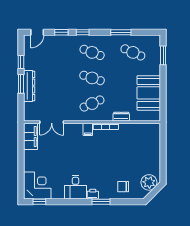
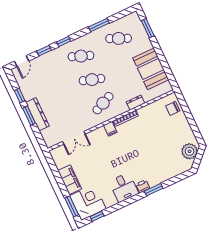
filing cabinet: (30, 136) -> (70, 180), moved
window: (21, 182) -> (72, 206), added
chair: (123, 187) -> (173, 108), moved

